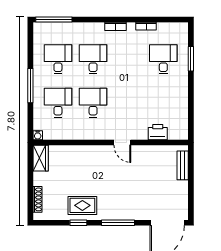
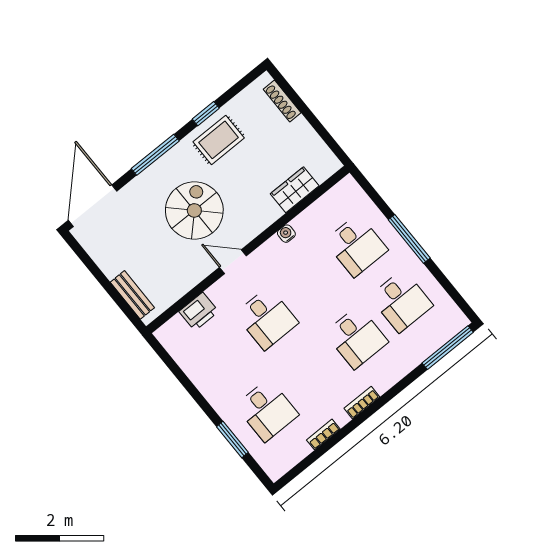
desk: (93, 103) -> (267, 318), moved
water cooler: (38, 135) -> (286, 234), moved
wardrobe: (41, 158) -> (295, 190), moved, turned 90
spiral stairs: (121, 181) -> (194, 210), added

